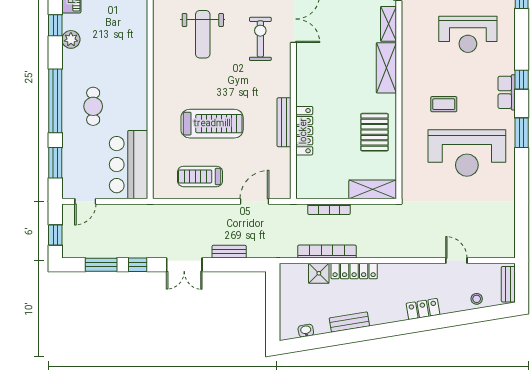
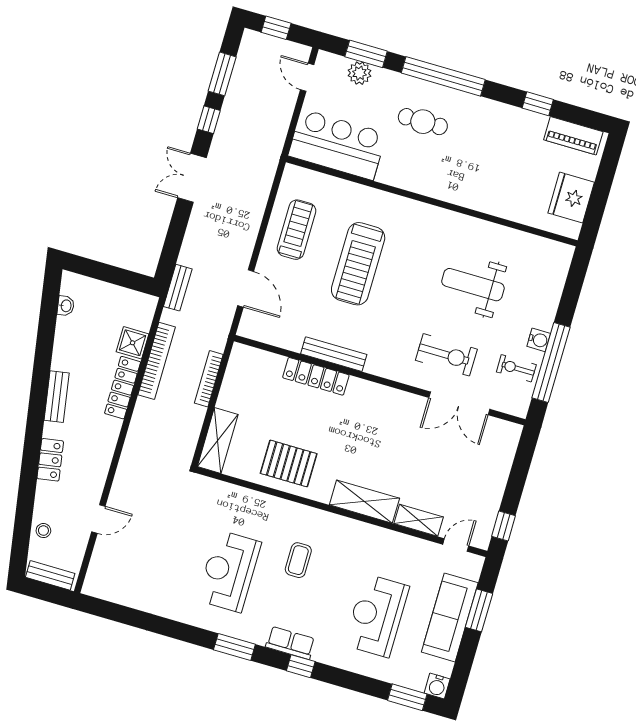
plant: (71, 39) -> (359, 73), moved
reception desk: (467, 153) -> (229, 571), width x0.74, depth x0.77
bench: (229, 252) -> (178, 288), moved
bench: (349, 322) -> (57, 397), moved

